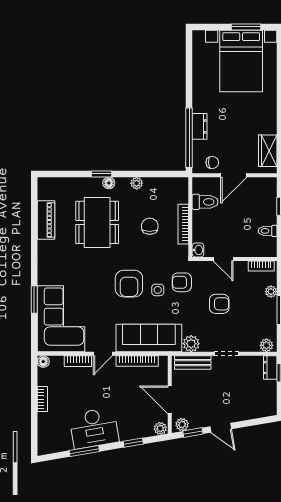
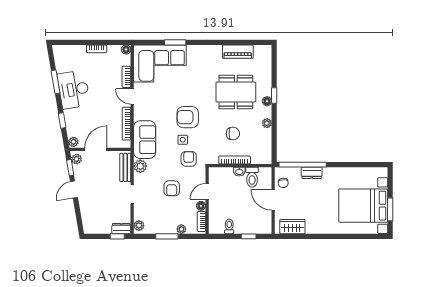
washbasin: (198, 250) -> (239, 172), moved
floor lamp: (241, 267) -> (201, 206), added
sofa: (149, 338) -> (145, 140), width x0.73

